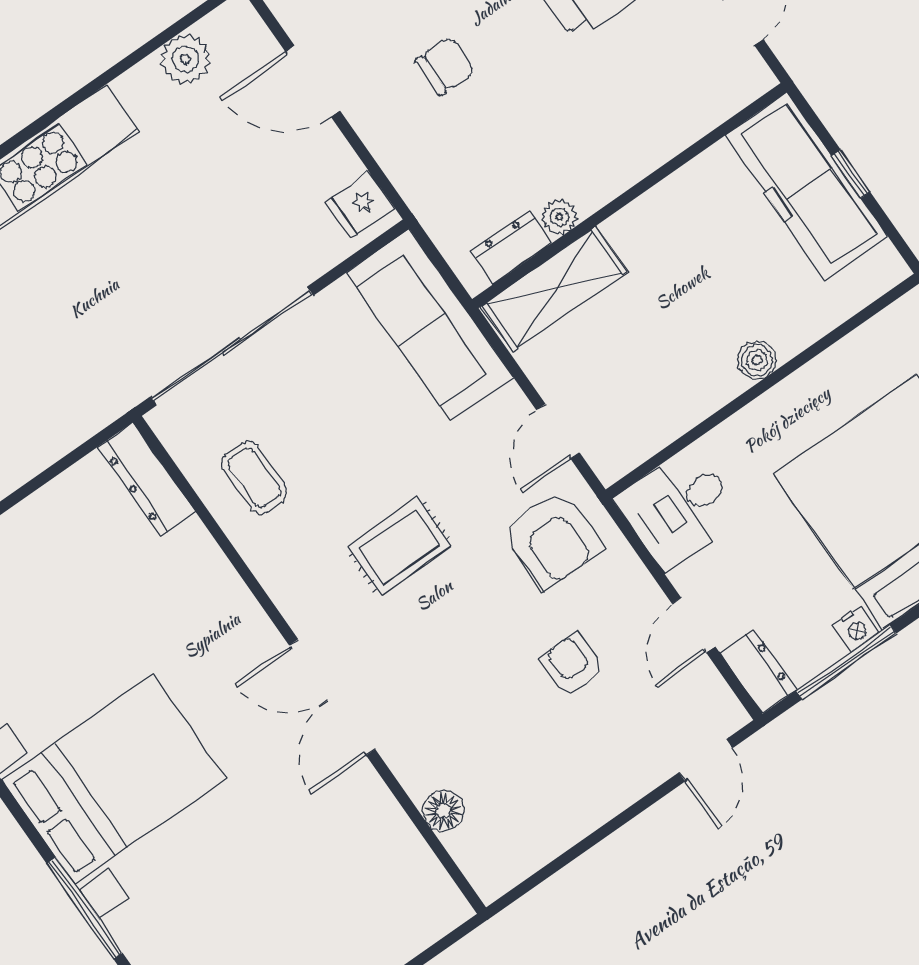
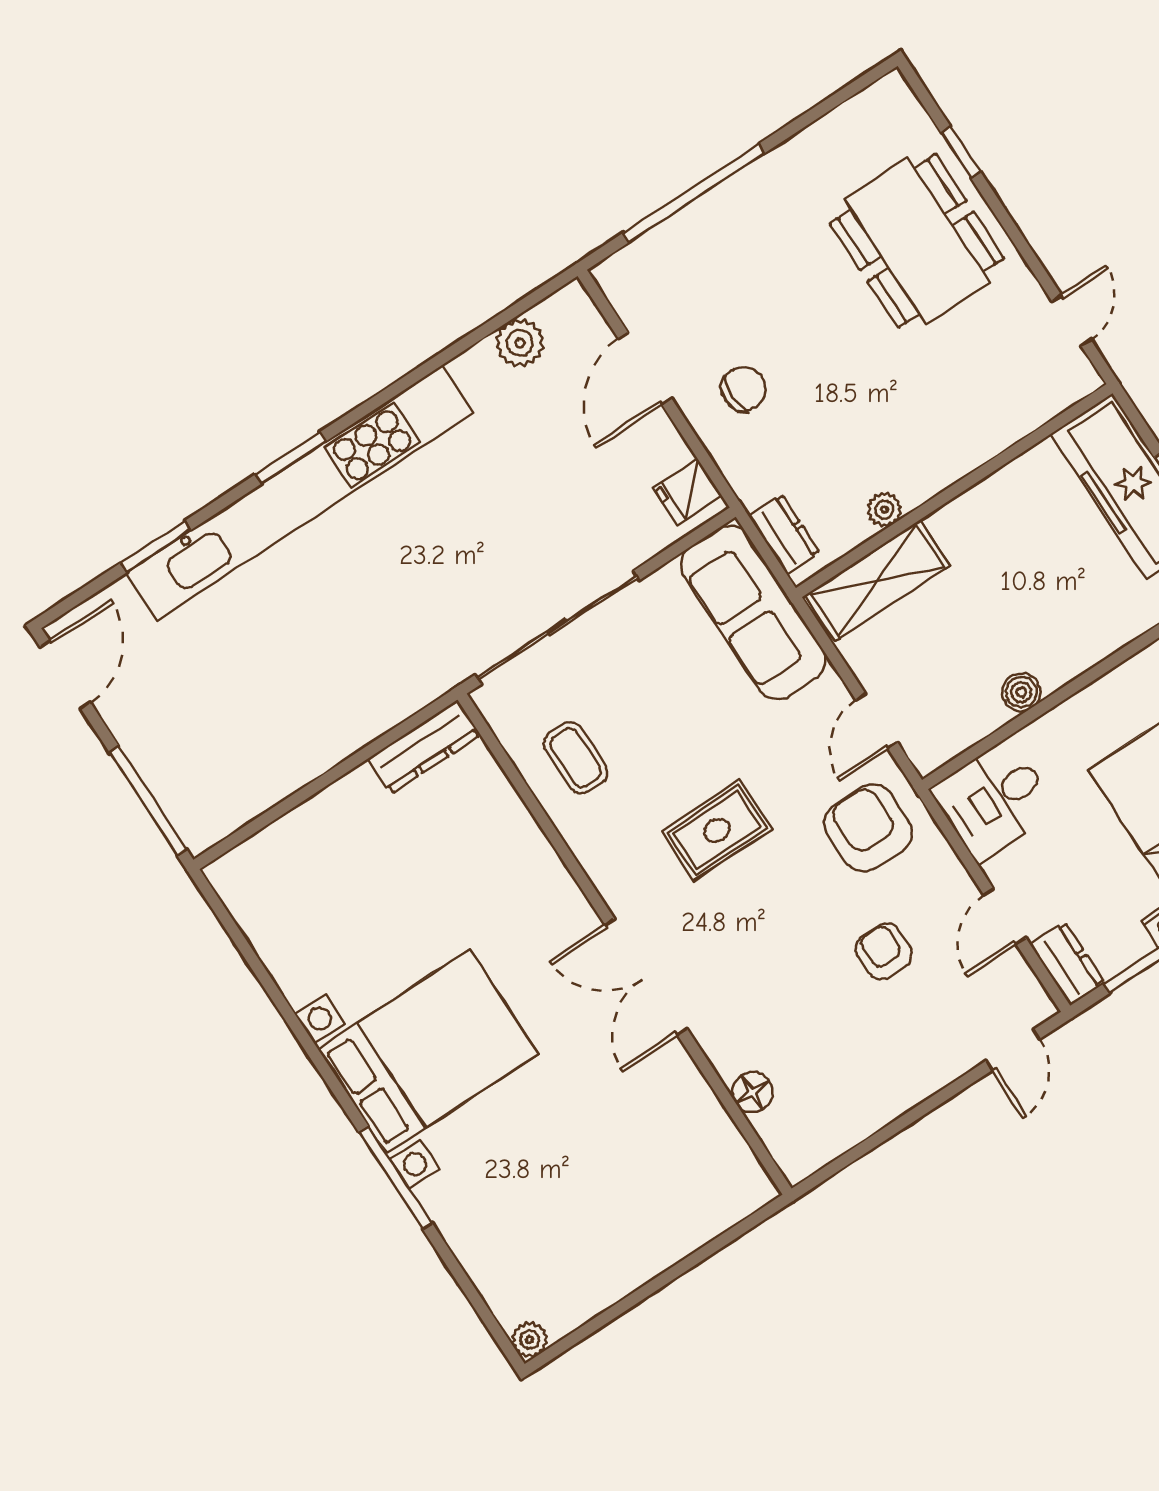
chair: (445, 66) -> (744, 389), moved
door: (313, 81) -> (645, 368), hinge flipped
dresser: (511, 247) -> (784, 534), moved, turned 90
boiler: (757, 360) -> (1021, 692), moved
dresser: (147, 479) -> (424, 747), moved, turned -90
armchair: (552, 540) -> (868, 828), turned 180

